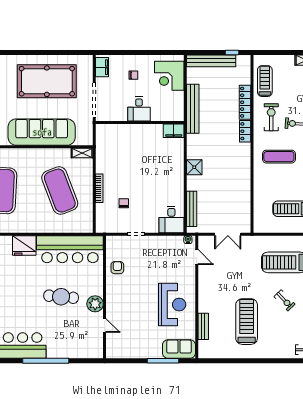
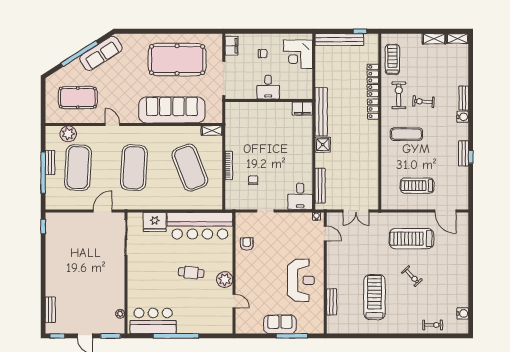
bench: (193, 109) -> (321, 112), moved
cafe table: (61, 297) -> (191, 273), width x0.73, depth x0.74
sofa: (179, 349) -> (280, 324), moved

